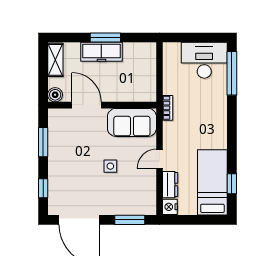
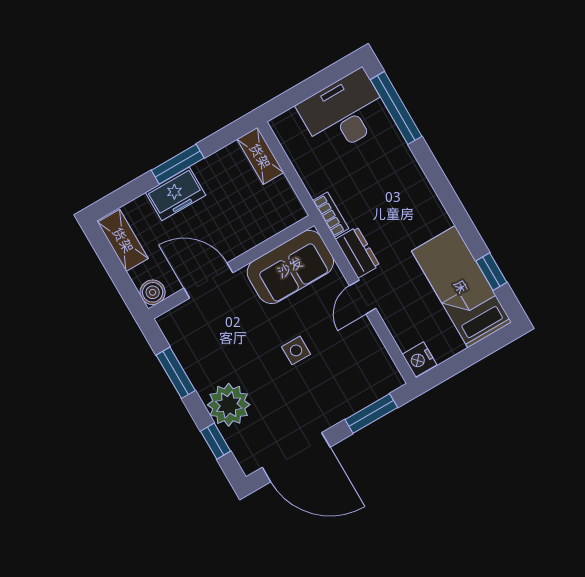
freezer: (101, 52) -> (176, 194), width x0.71
shelving: (149, 58) -> (260, 156), added
plant: (60, 174) -> (229, 405), added
dresser: (170, 185) -> (358, 252), moved

